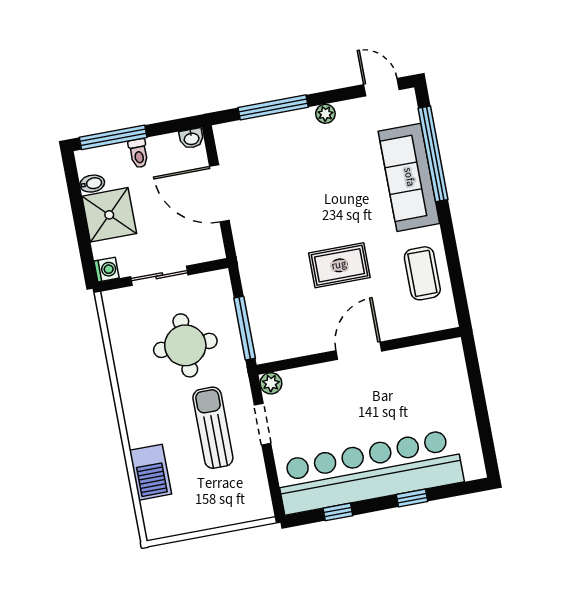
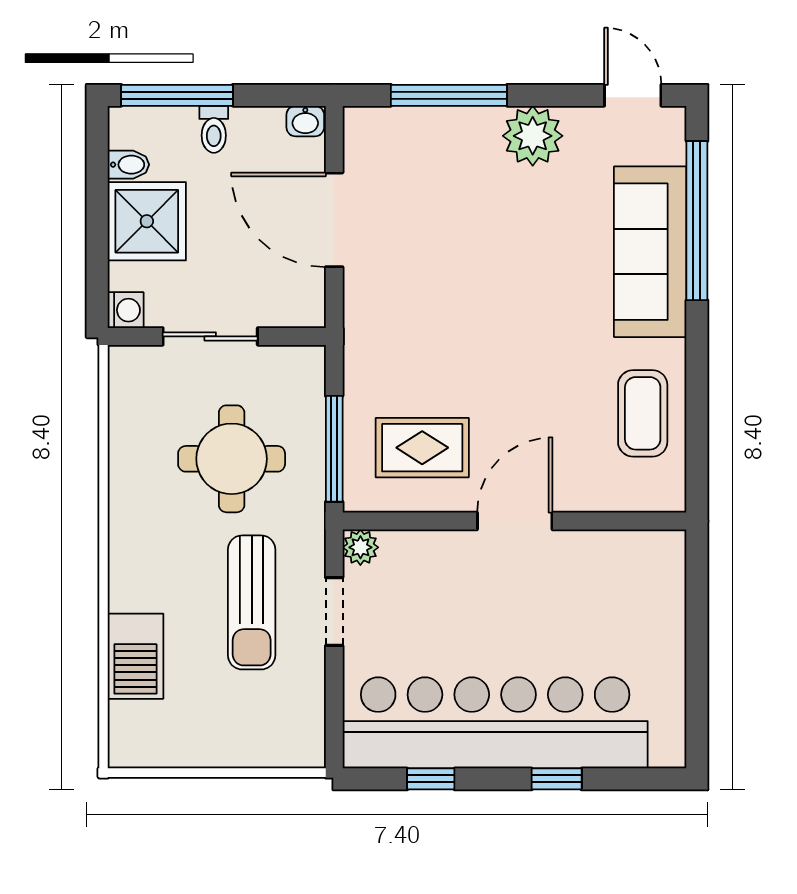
plant: (325, 114) -> (533, 136), width x1.88, depth x1.88
rug: (339, 265) -> (422, 448), moved
sun lounger: (213, 428) -> (252, 602), turned 180

